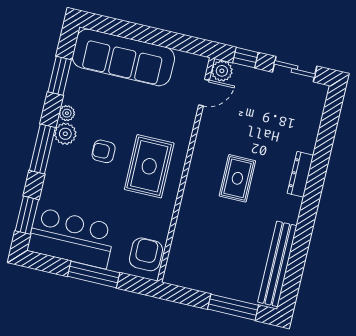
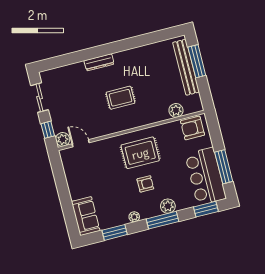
sofa: (123, 57) -> (86, 216), width x0.54, depth x0.79
plant: (65, 134) -> (168, 206), moved
armchair: (104, 151) -> (145, 184), turned -90
plant: (181, 244) -> (176, 110), added
bench: (277, 264) -> (186, 67), moved, turned 90
window: (94, 274) -> (224, 167), moved

